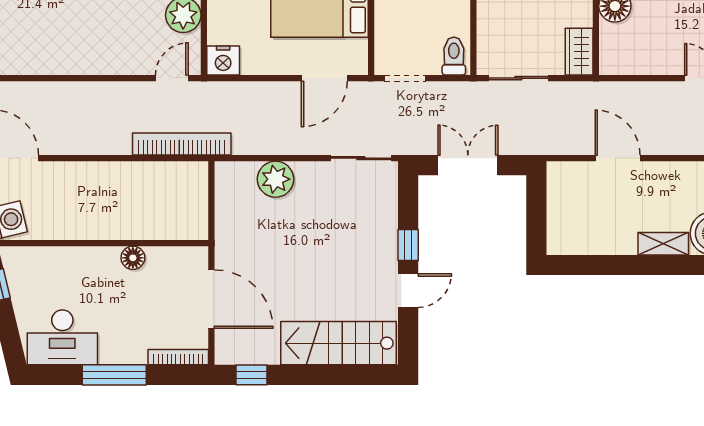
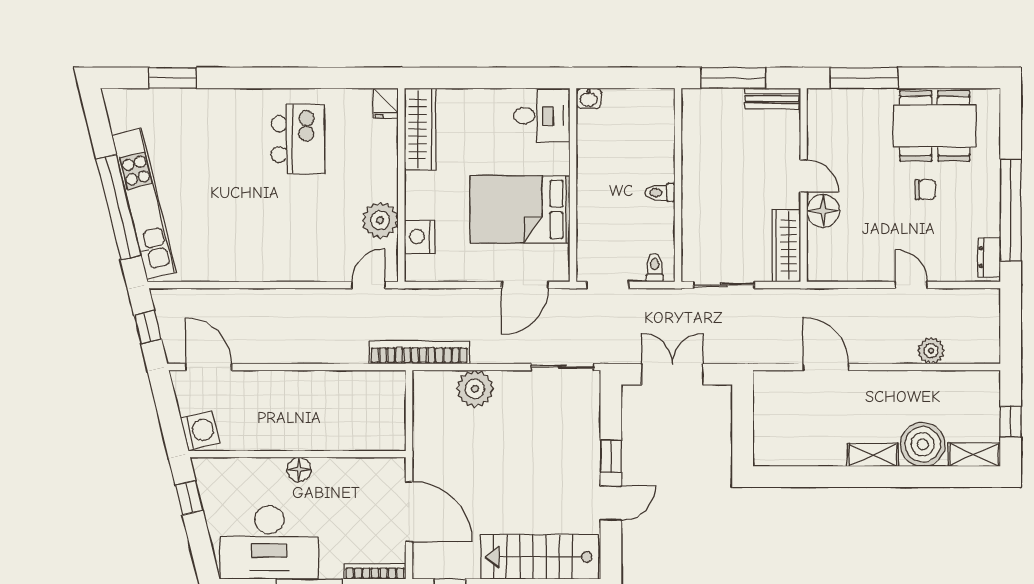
wardrobe: (579, 52) -> (786, 246), width x1.50
toilet: (454, 56) -> (655, 268), width x0.73, depth x0.72
nightstand: (223, 61) -> (419, 237), moved, turned 90
bookcase: (182, 144) -> (419, 353), moved
floor lamp: (133, 258) -> (299, 469), moved
desk: (62, 337) -> (269, 542), width x1.36, depth x1.30

